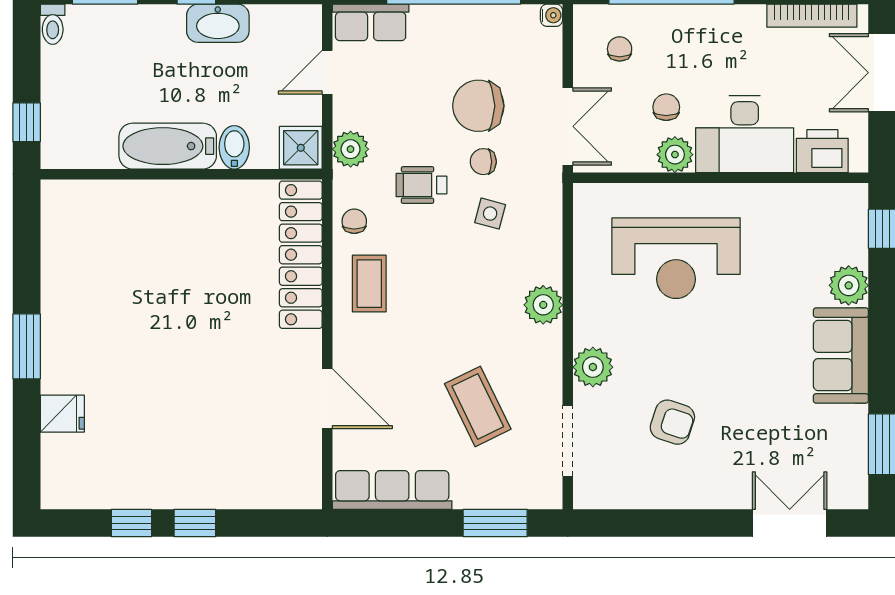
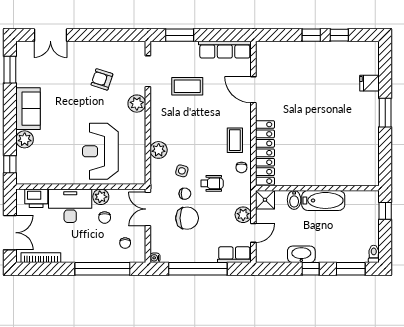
plant: (351, 149) -> (243, 215), moved
reception desk: (676, 258) -> (100, 151), turned -90
plant: (543, 305) -> (159, 150), moved
coffee table: (478, 406) -> (187, 86), turned -64

